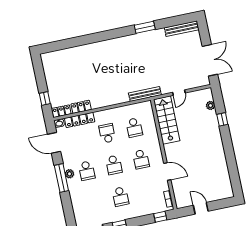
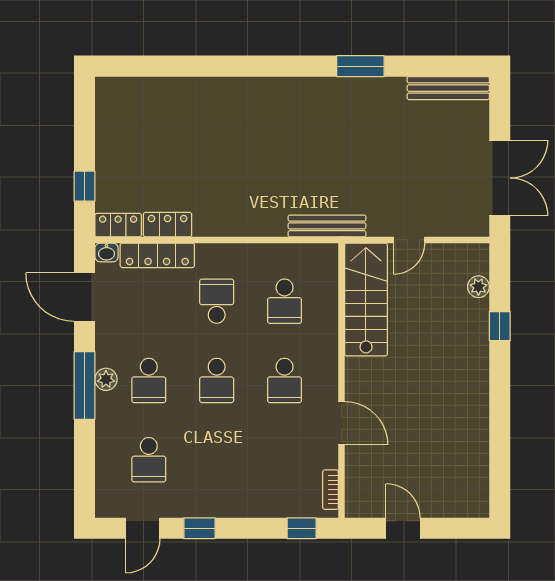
school desk: (120, 197) -> (149, 460), moved

